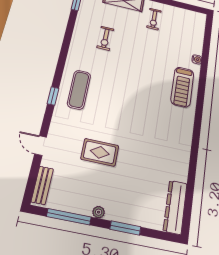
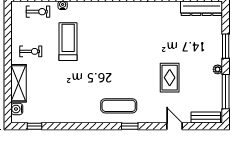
exercise bike: (105, 38) -> (38, 12), moved
treadmill: (182, 87) -> (68, 42), moved, turned -90
door: (41, 146) -> (174, 126), swing flipped

